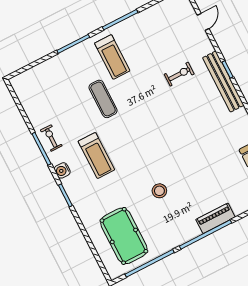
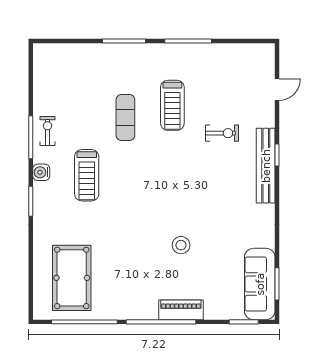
treadmill: (112, 57) -> (172, 105), moved
stool: (159, 191) -> (181, 245), moved

